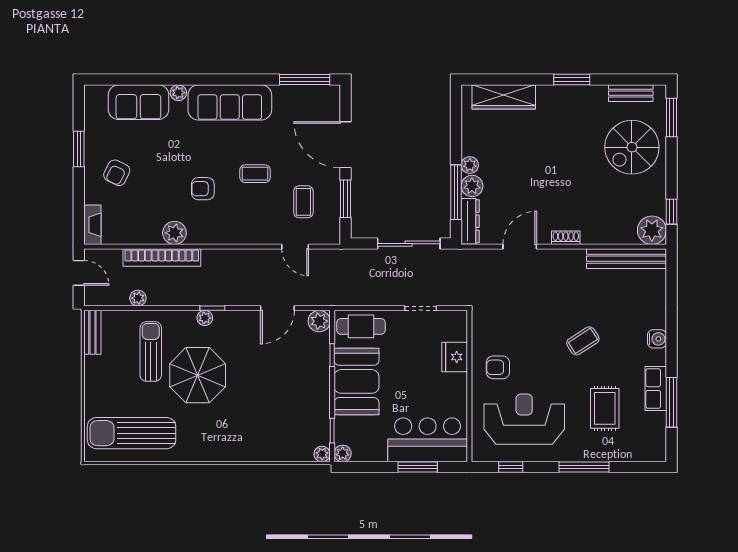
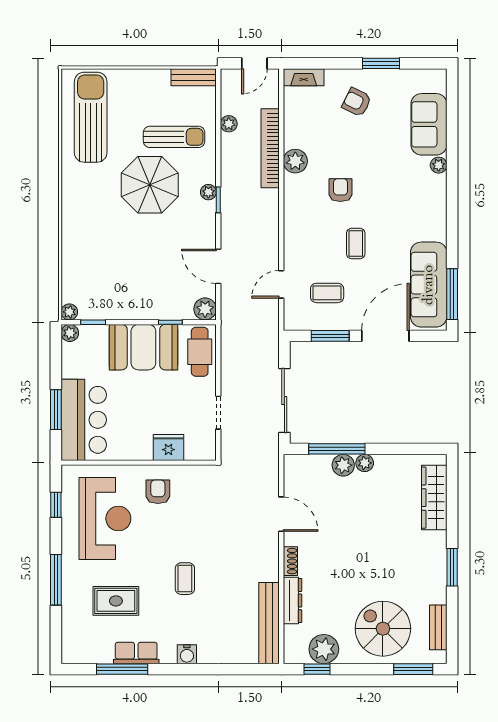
sofa: (230, 102) -> (429, 285), moved
dresser: (470, 221) -> (292, 601), moved, turned -90
plant: (652, 230) -> (324, 649), moved
coffee table: (583, 341) -> (185, 579), turned 33

